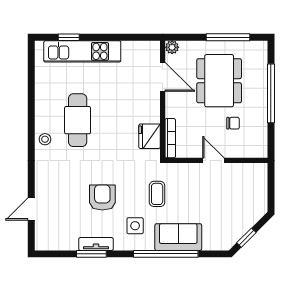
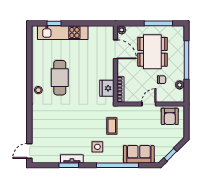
plant: (261, 131) -> (180, 85), added
door: (213, 160) -> (149, 104), hinge flipped
armchair: (102, 198) -> (170, 116), moved, turned 180
door: (31, 209) -> (29, 151), moved
sofa: (178, 237) -> (139, 154), moved

